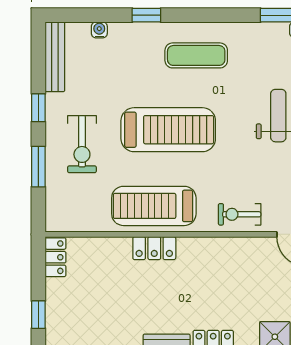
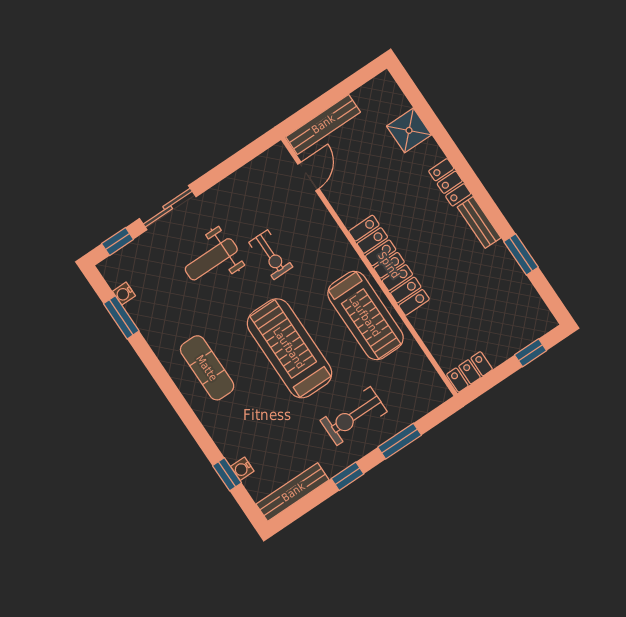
window: (146, 15) -> (227, 474), moved
exercise bike: (82, 144) -> (354, 416), turned 180
exercise bike: (240, 214) -> (271, 255), moved
locker: (154, 248) -> (389, 265), width x2.16, depth x1.21

